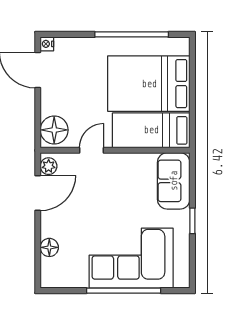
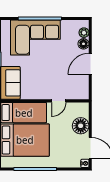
floor lamp: (54, 130) -> (81, 126), moved
plant: (49, 166) -> (84, 33), moved
door: (38, 193) -> (90, 64), moved

